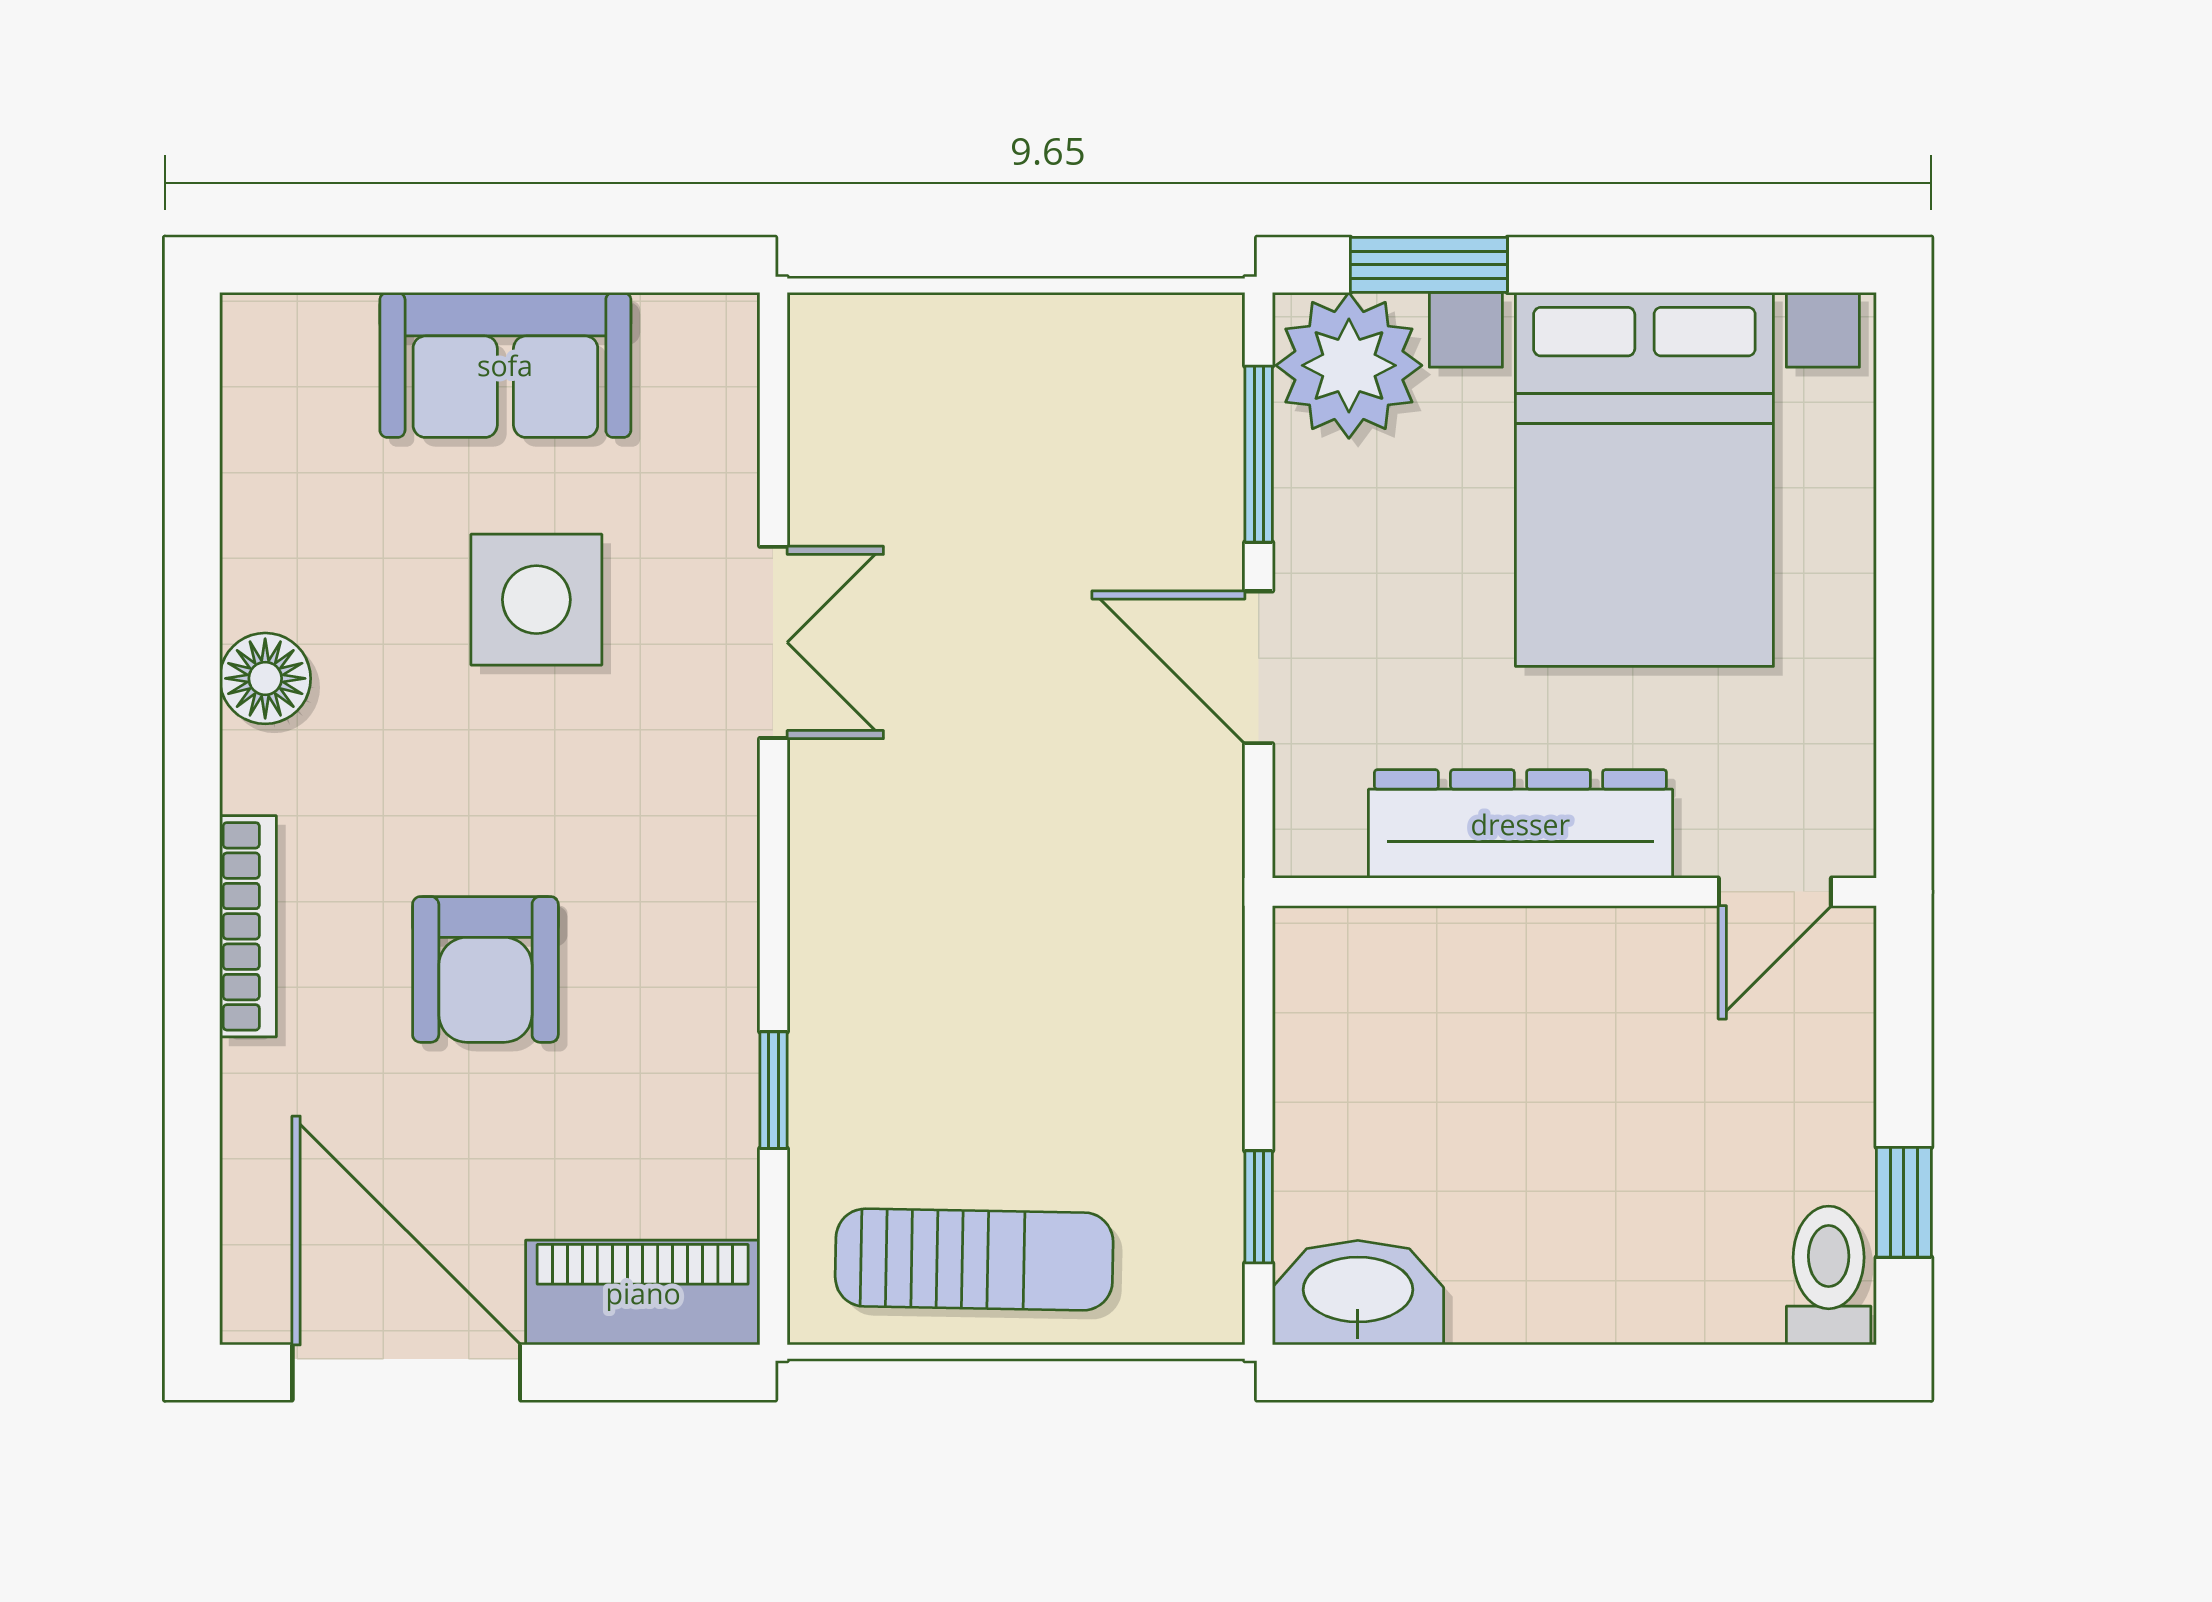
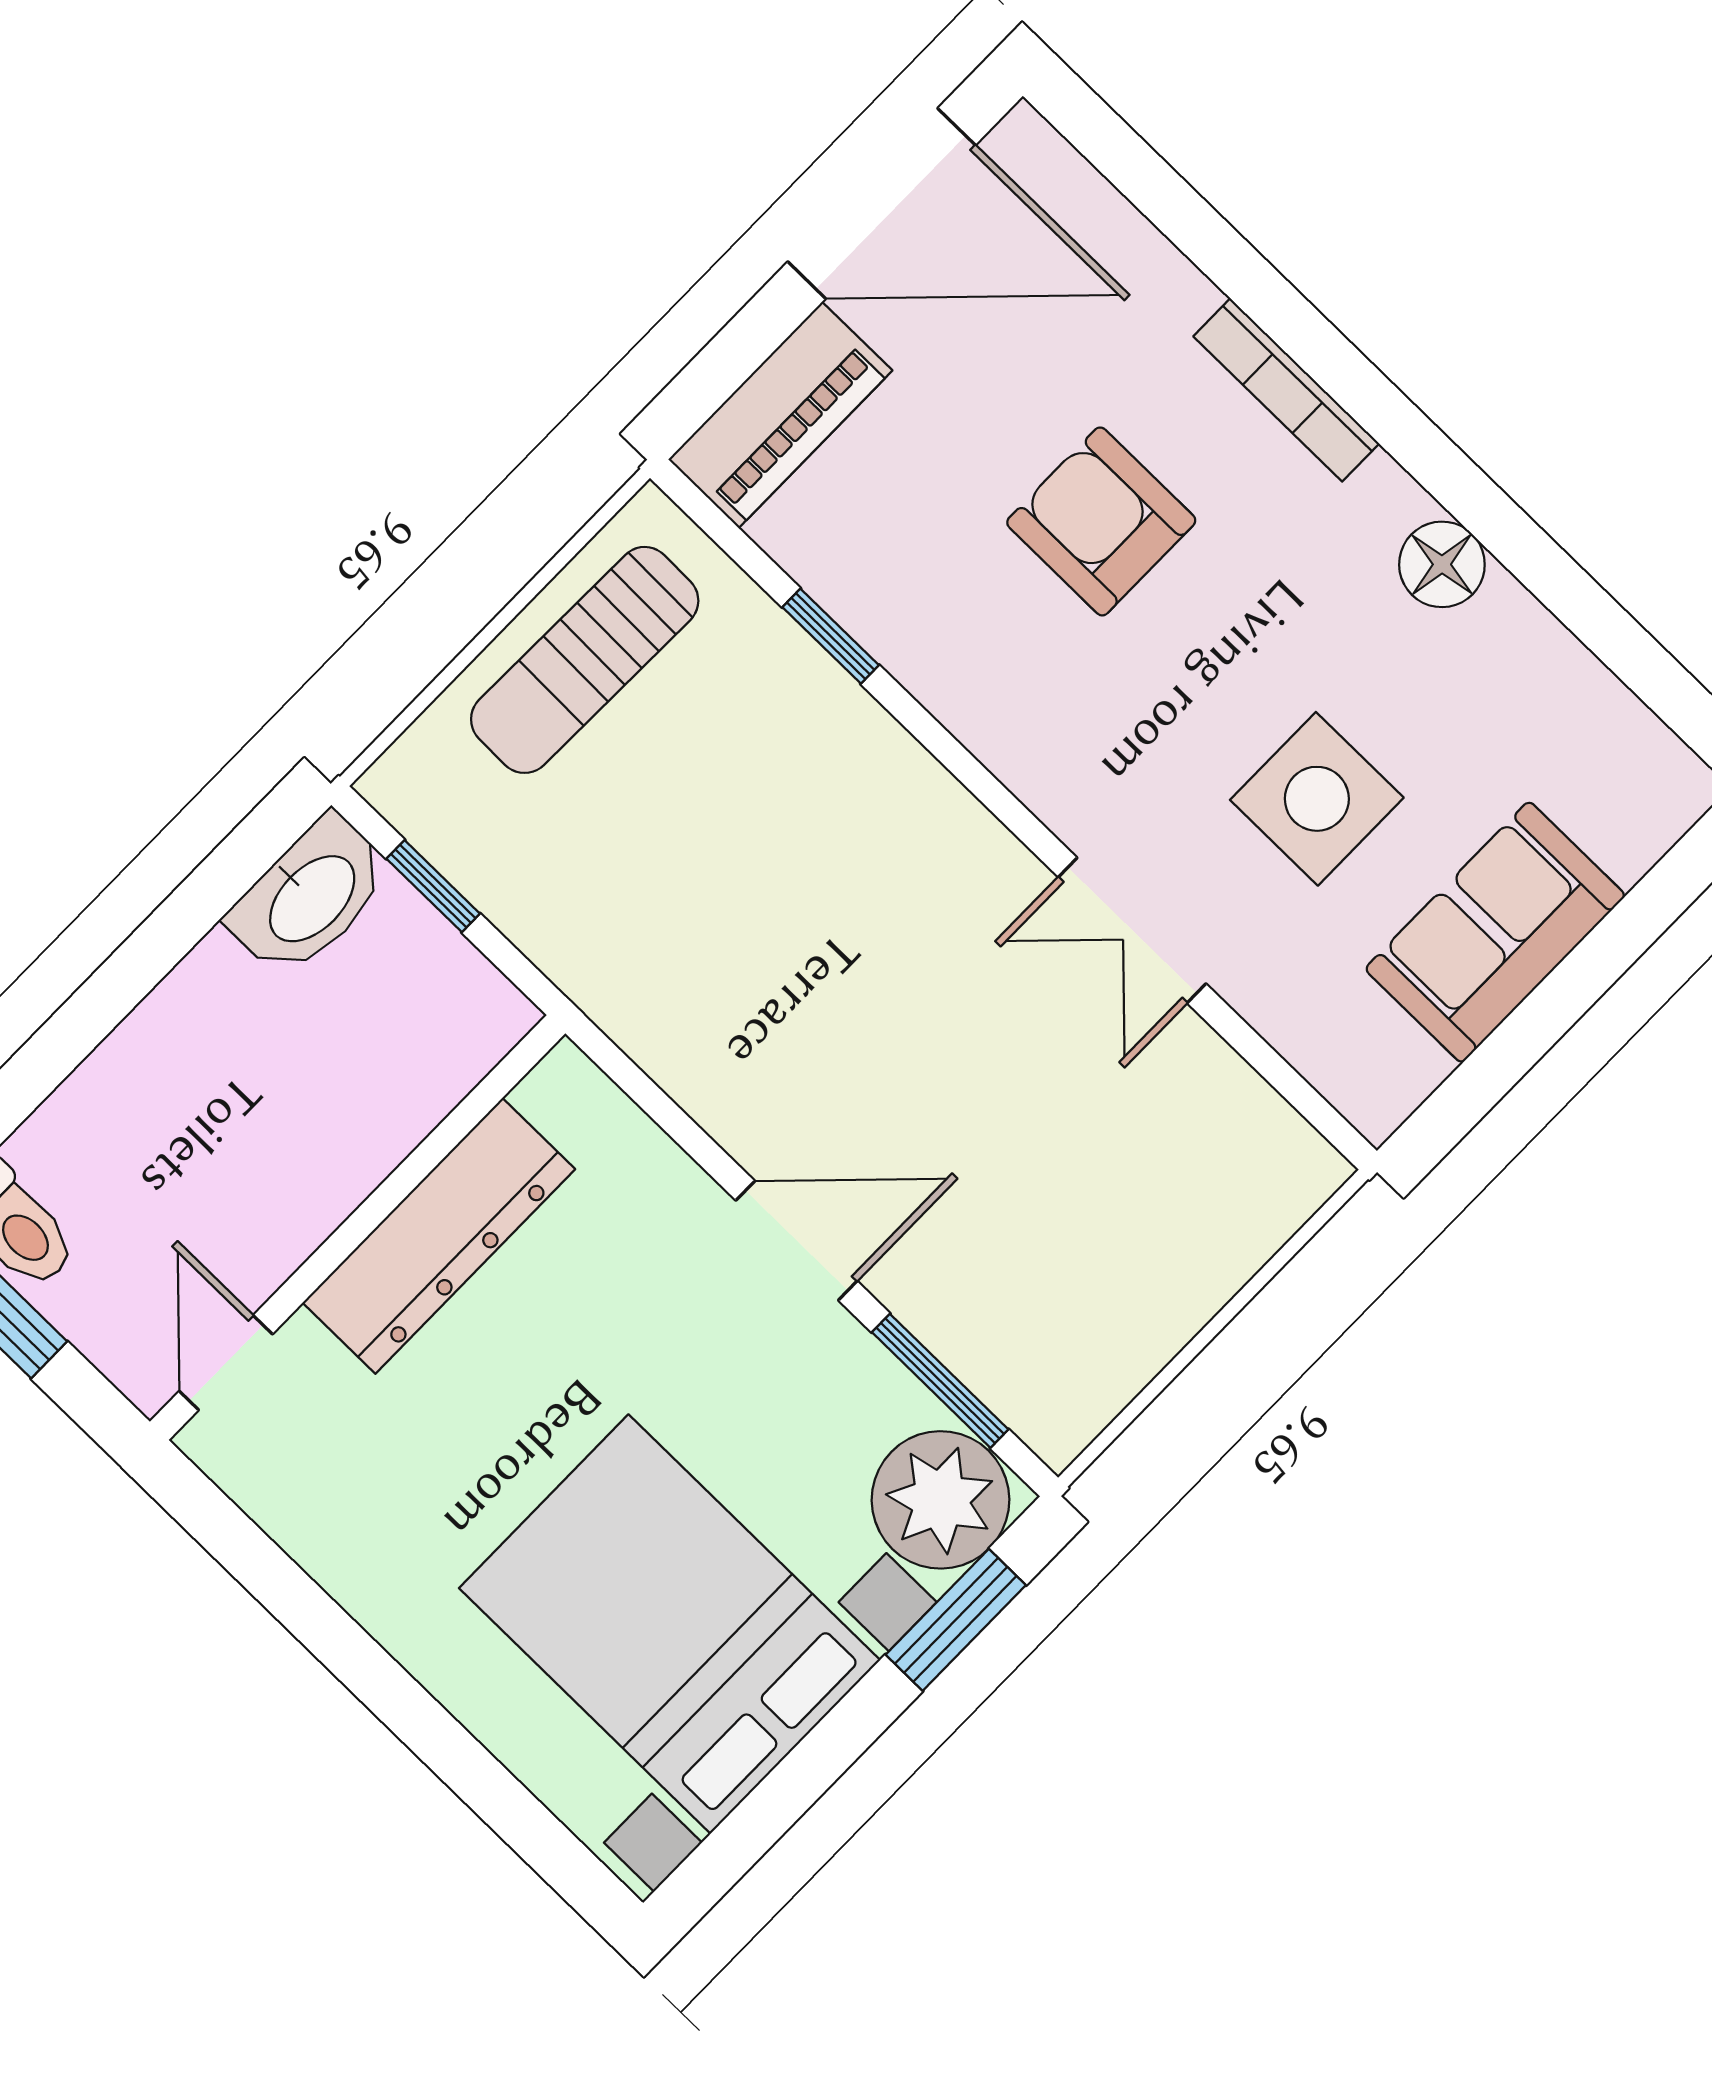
dresser: (1520, 824) -> (439, 1236), moved
wall: (1574, 892) -> (358, 1228), moved
door: (1775, 892) -> (226, 1363), moved

